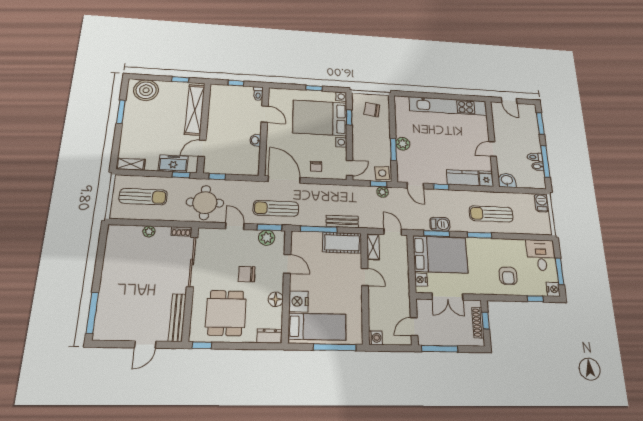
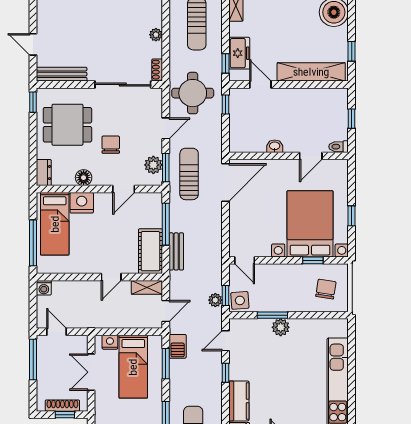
chair: (316, 166) -> (244, 220), removed
barbecue: (440, 224) -> (178, 346), moved
bed: (440, 255) -> (133, 367), width x0.67

